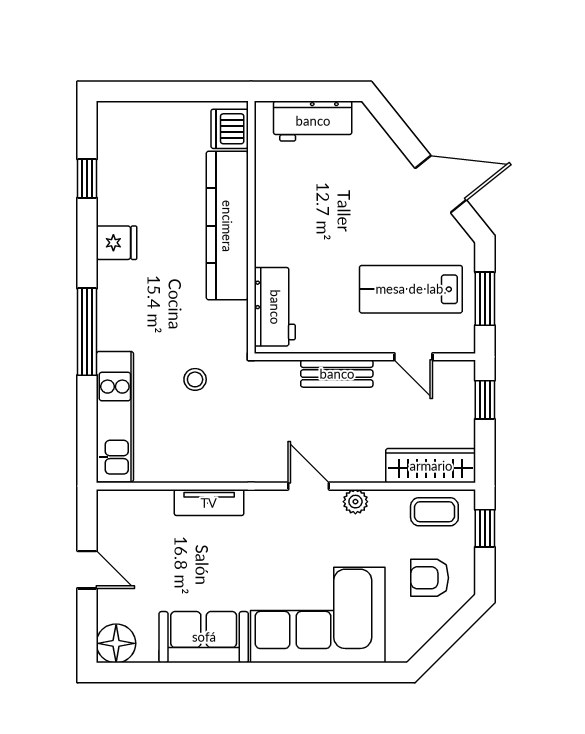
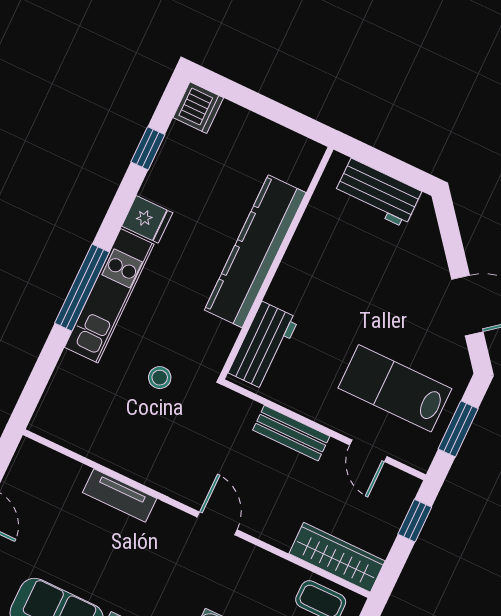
dishwasher: (230, 129) -> (198, 108), moved, turned 180
kitchen unit: (115, 417) -> (109, 296), moved
plant: (355, 502) -> (253, 558), removed

